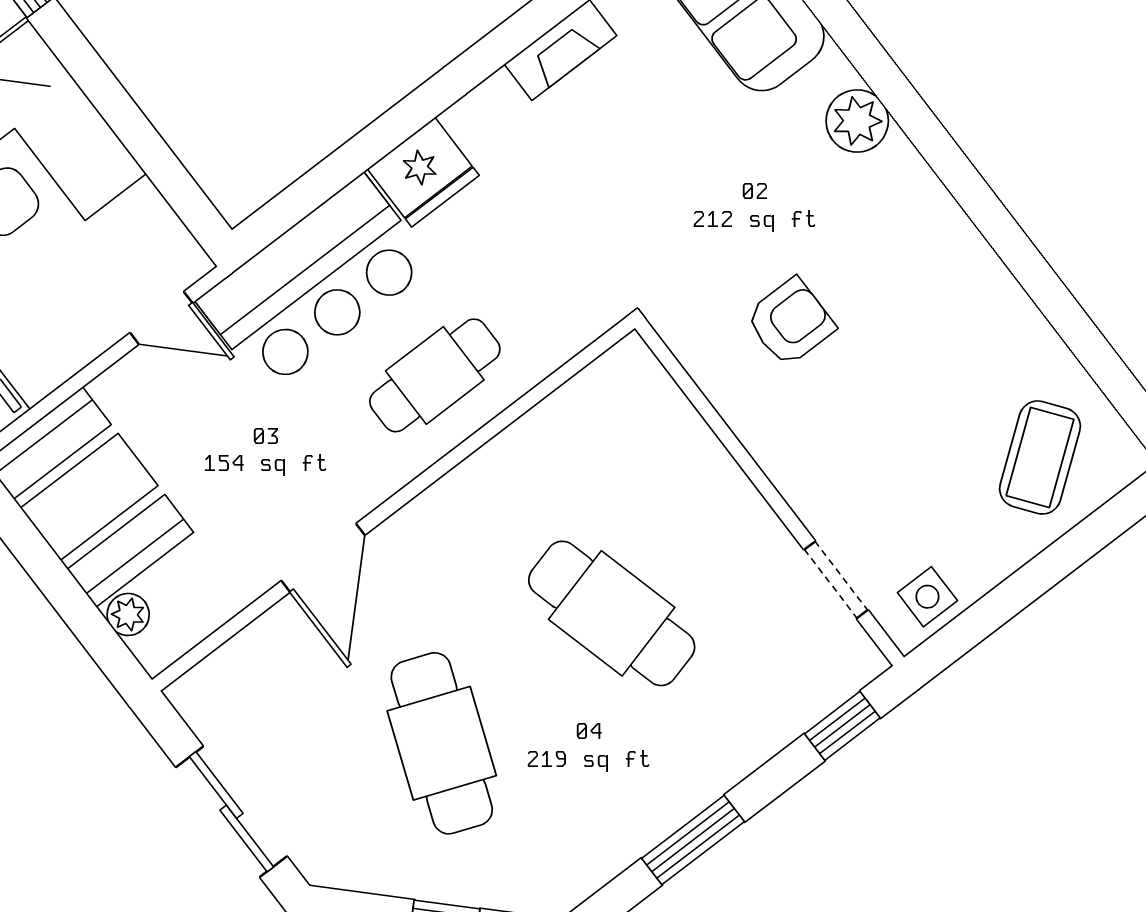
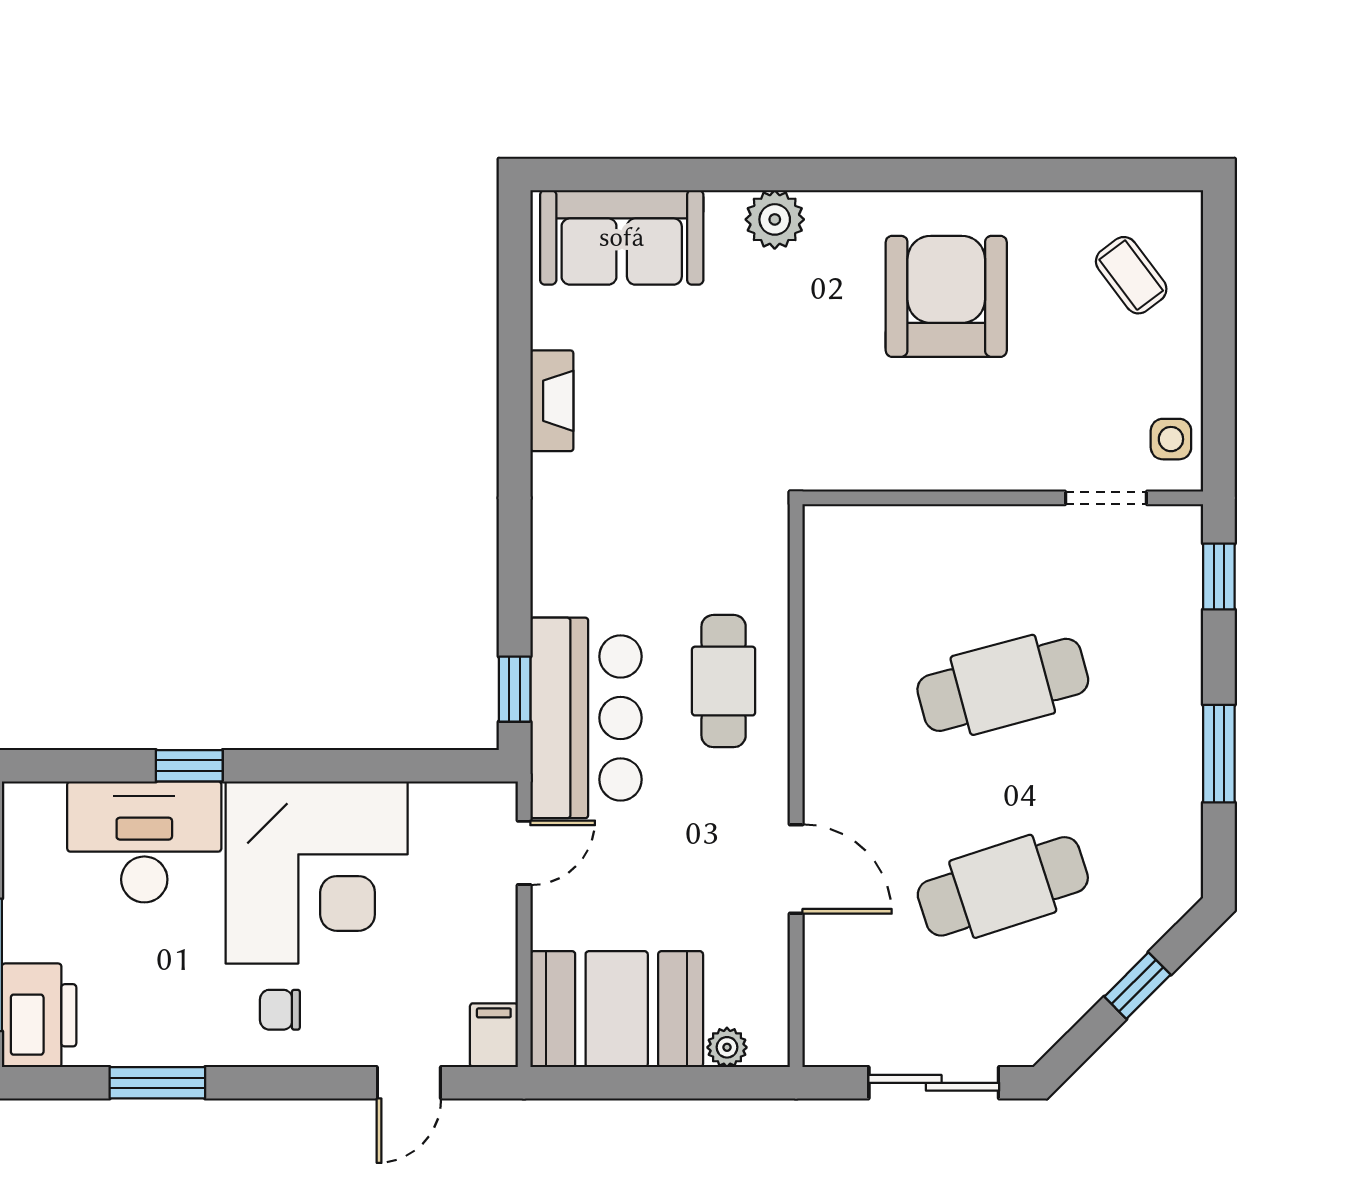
fridge: (423, 172) -> (565, 573), removed
window: (293, 204) -> (515, 689), added
armchair: (790, 322) -> (946, 296), moved, width x1.88, depth x1.88
coffee table: (1040, 457) -> (1131, 275), width x0.73, depth x0.77
cafe table: (442, 743) -> (1003, 886), turned -39

